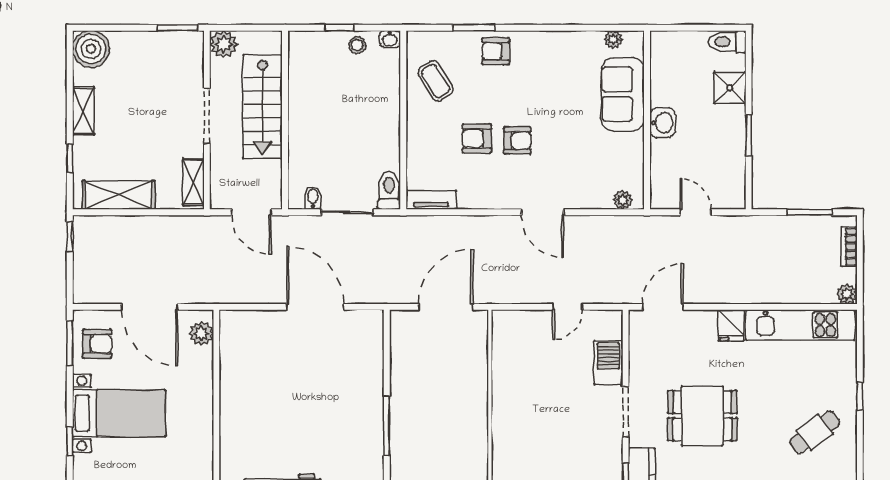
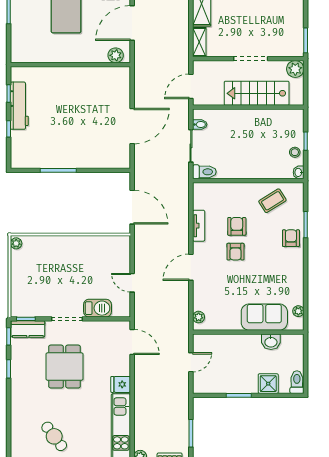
washbasin: (662, 123) -> (271, 342), moved
shelving: (193, 182) -> (199, 42), moved, turned 90
tv unit: (431, 200) -> (199, 226), moved

